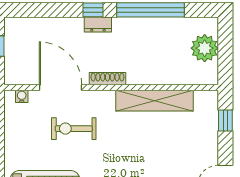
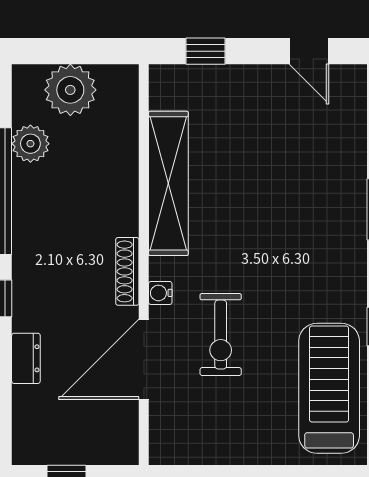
dresser: (98, 24) -> (26, 358), moved
plant: (176, 27) -> (30, 144), added
water cooler: (22, 96) -> (160, 293), moved

